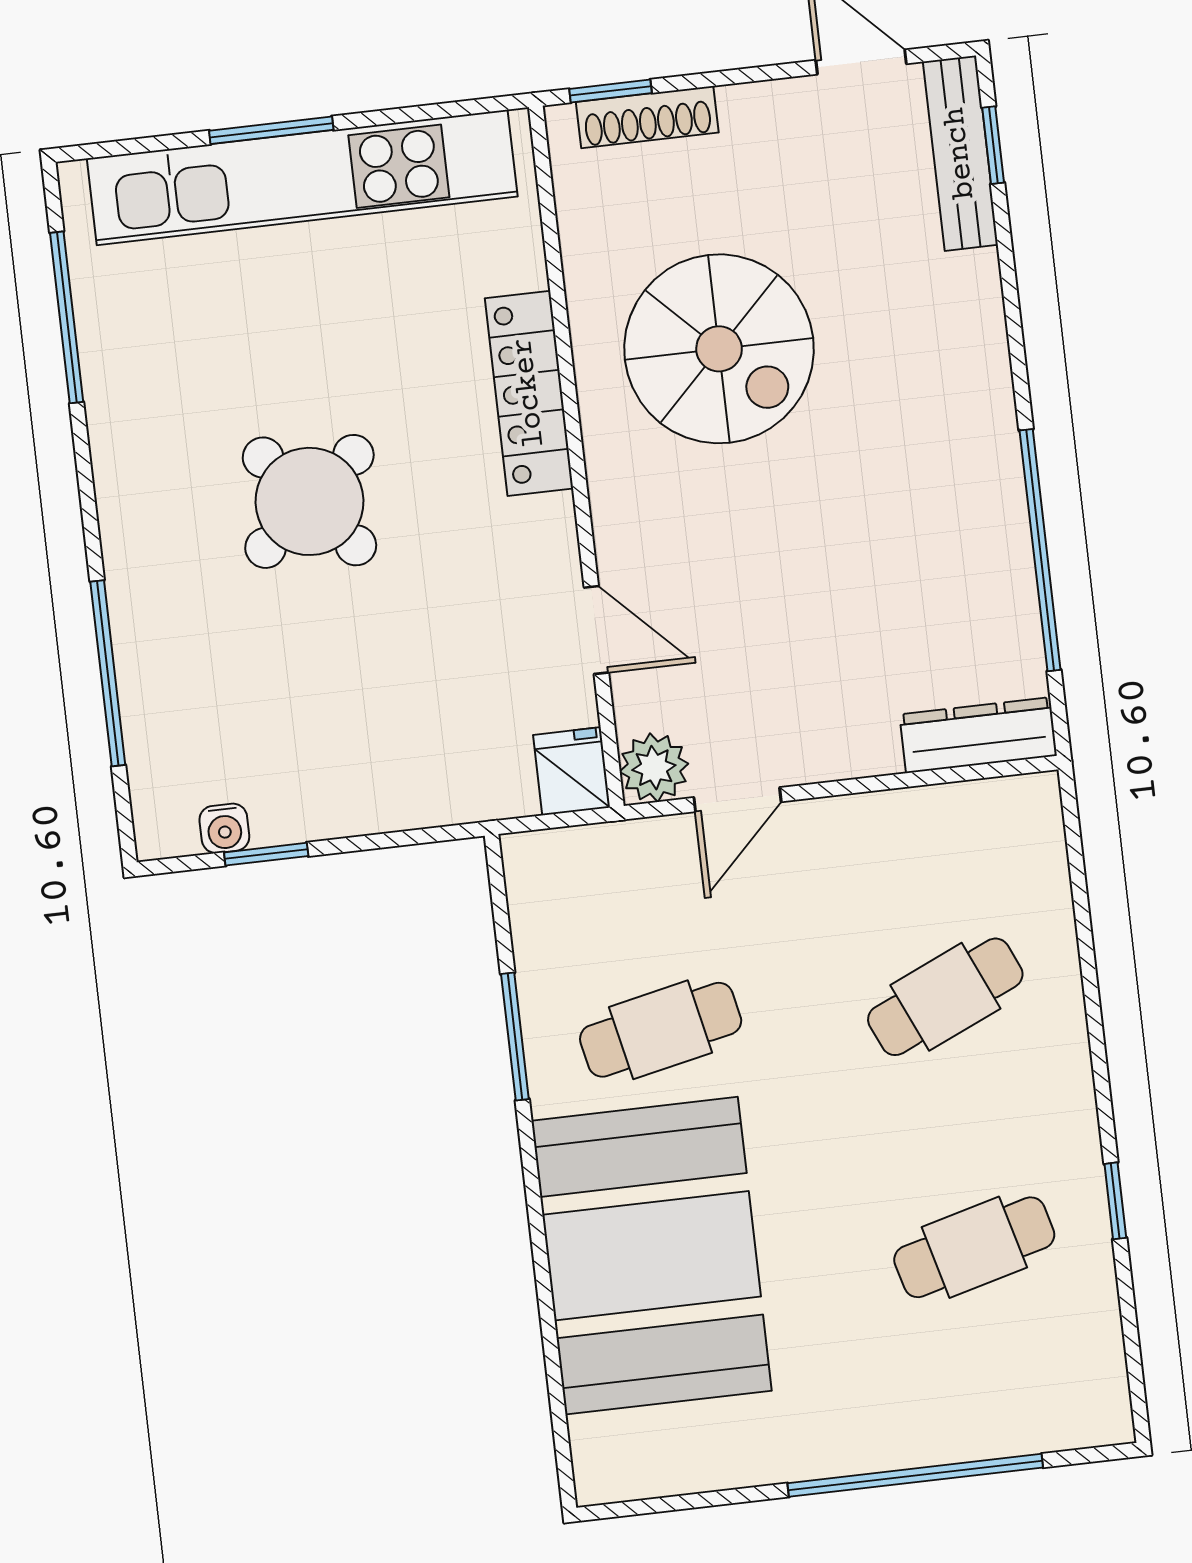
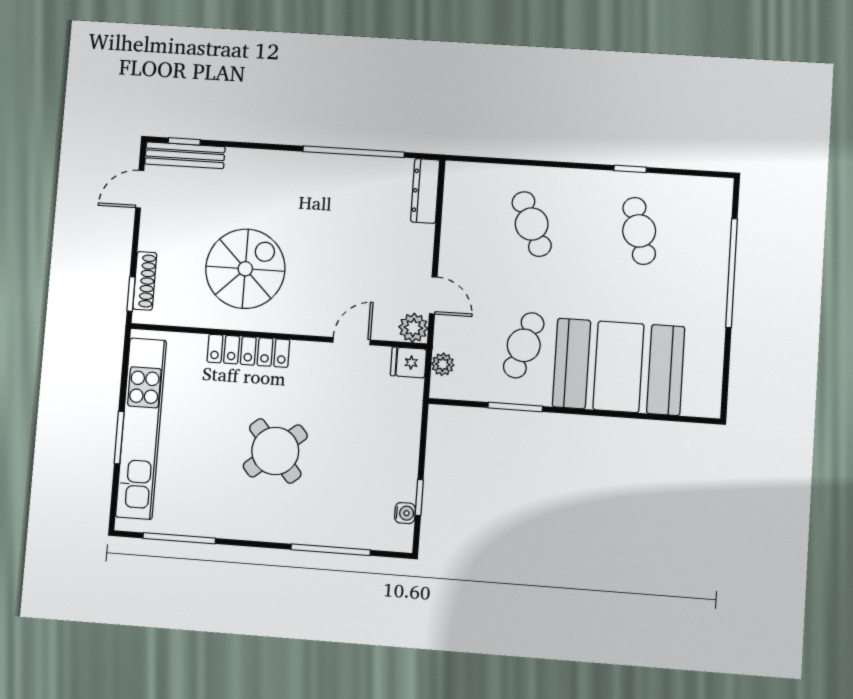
plant: (582, 851) -> (443, 364), added
cafe table: (661, 1030) -> (524, 345), turned 30

